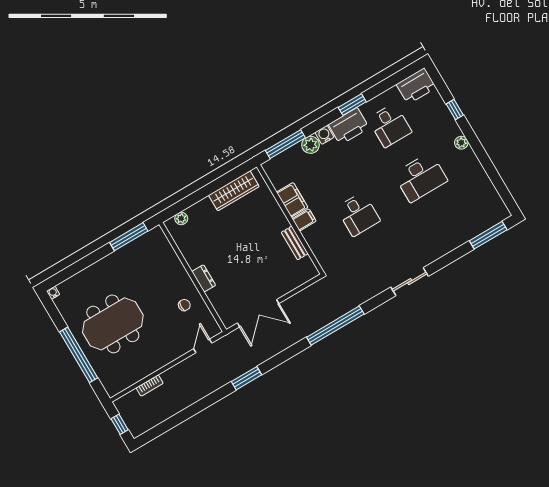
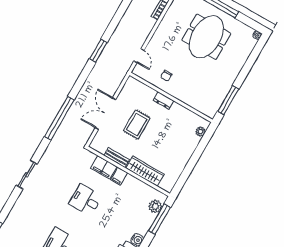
plant: (310, 145) -> (155, 206), moved
wardrobe: (234, 191) -> (145, 171), moved, turned 90
filing cabinet: (292, 200) -> (104, 167), moved
rug: (250, 268) -> (137, 124), added
double door: (258, 313) -> (106, 114), moved

